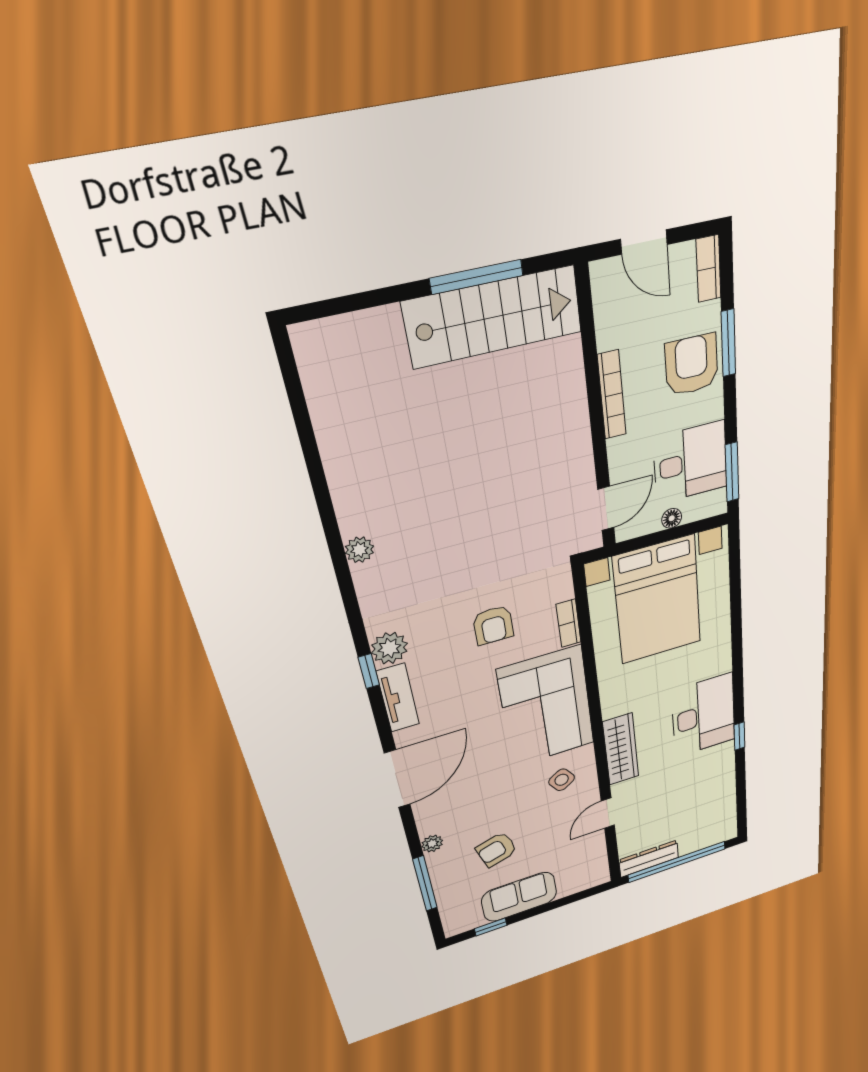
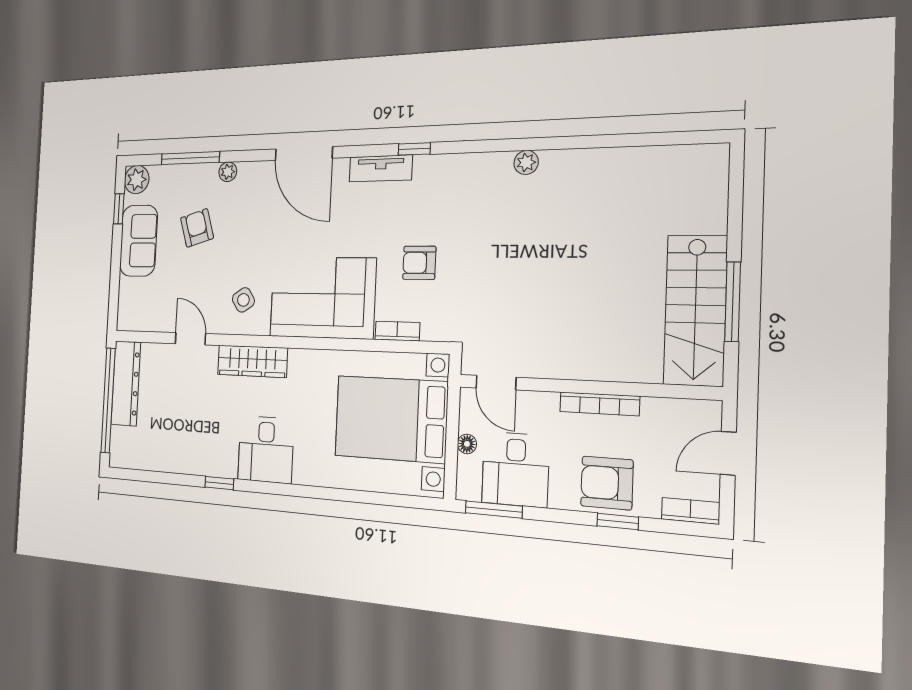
window: (728, 343) -> (618, 521), width x0.67
armchair: (692, 365) -> (607, 483), turned 180
plant: (389, 648) -> (137, 180), moved
desk: (704, 715) -> (266, 450), width x0.73
dresser: (649, 859) -> (126, 383), width x1.37, depth x1.24

